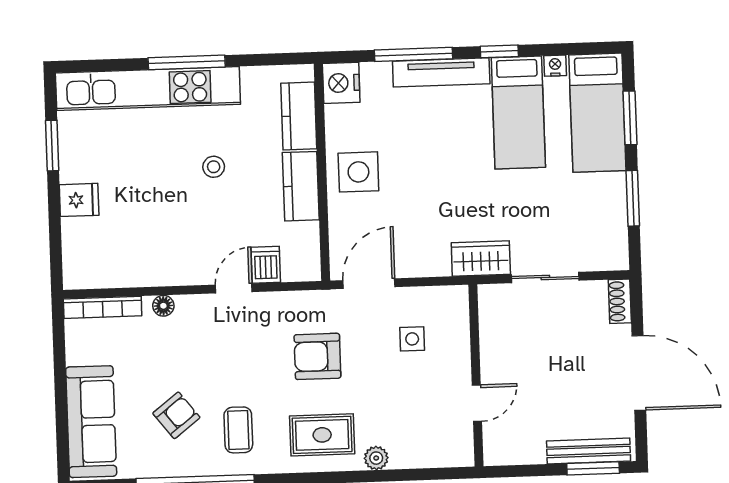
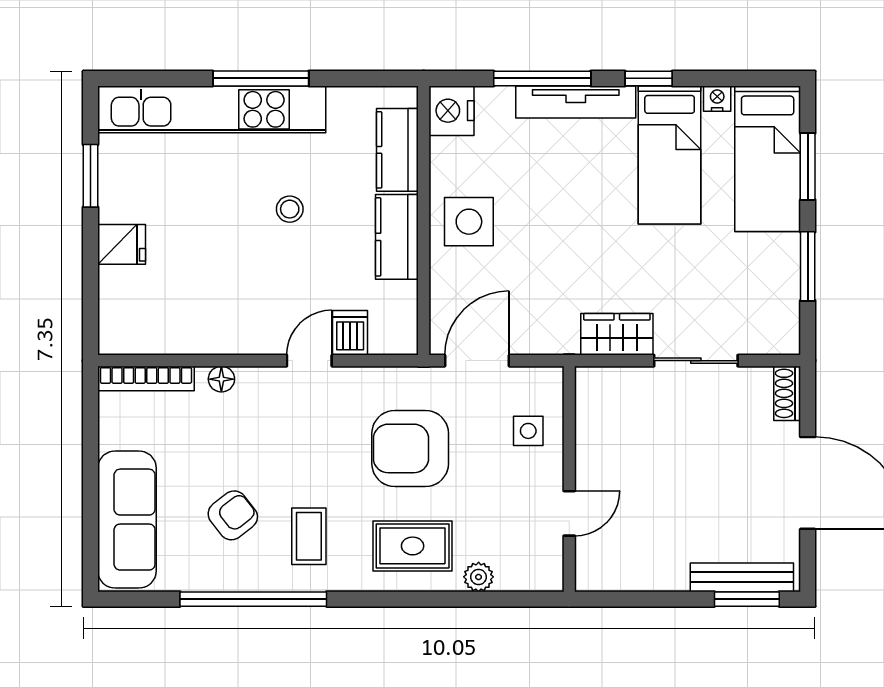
armchair: (317, 356) -> (410, 448), width x1.36, depth x1.36
wall: (476, 375) -> (569, 479), moved
door: (477, 403) -> (569, 513), moved

